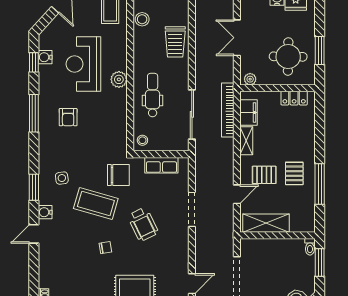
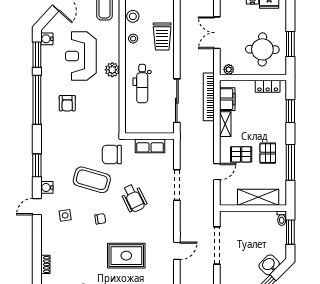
water cooler: (45, 57) -> (47, 39), moved
window: (34, 62) -> (37, 55), width x1.50
dental chair: (153, 95) -> (142, 84), turned 180
window: (34, 113) -> (37, 100), width x1.46
window: (320, 126) -> (290, 111), added
stool: (142, 140) -> (133, 39), moved
chair: (118, 175) -> (112, 155), turned 180
side table: (62, 178) -> (65, 215), moved
shelving: (266, 223) -> (258, 197), moved

